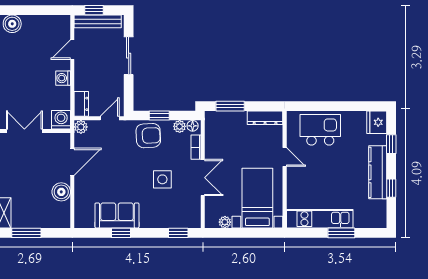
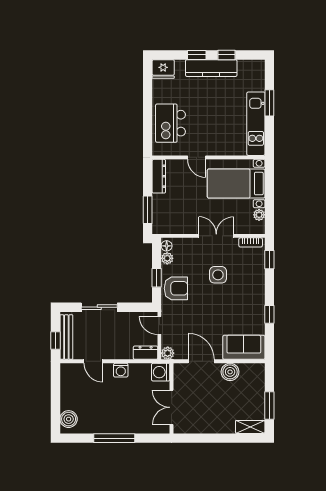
armchair: (148, 136) -> (176, 288), turned 93
window: (391, 144) -> (197, 55), moved
bookcase: (196, 147) -> (251, 242), moved
door: (285, 157) -> (197, 157), swing flipped
sofa: (117, 215) -> (244, 347), moved, turned 90

